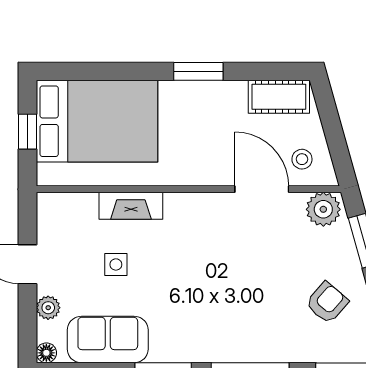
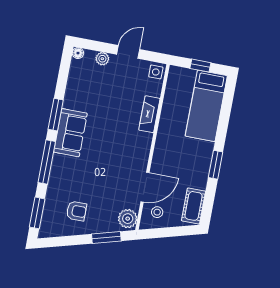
bed: (97, 121) -> (206, 106), width x0.67
side table: (116, 264) -> (156, 72), moved
armchair: (327, 303) -> (76, 211), turned -41
sofa: (108, 340) -> (70, 133), moved

